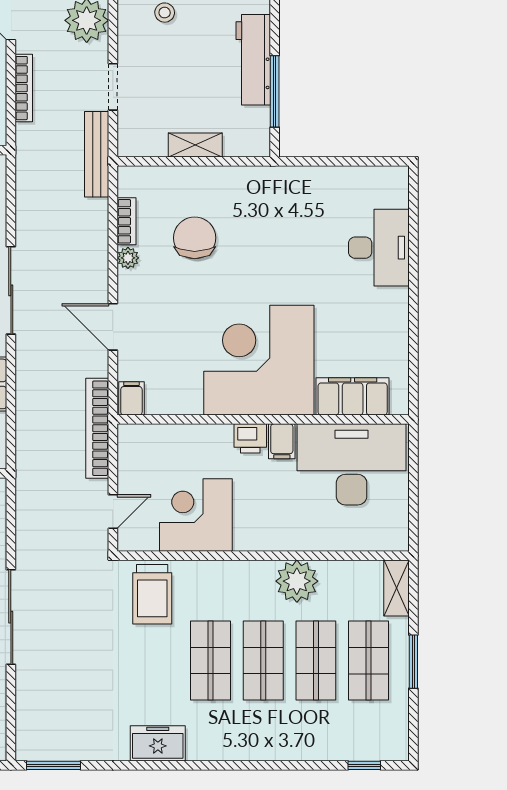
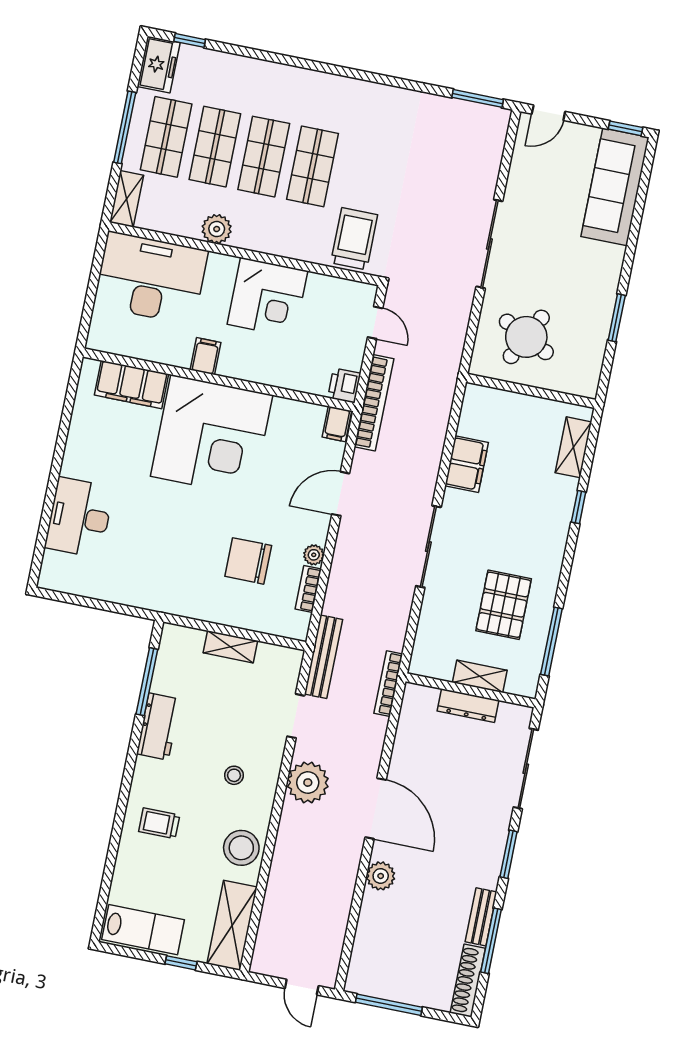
workbench: (253, 60) -> (158, 727), width x0.73
bookcase: (24, 88) -> (388, 684), moved
chair: (195, 238) -> (248, 561), turned 90
door: (113, 327) -> (341, 494), swing flipped
printer: (250, 438) -> (344, 385), moved, turned -90
desk: (352, 464) -> (151, 278), moved, turned 180
door: (113, 512) -> (375, 323), swing flipped
corner desk: (196, 515) -> (267, 298), moved
plant: (297, 581) -> (217, 229), width x0.73, depth x0.73
window: (413, 662) -> (125, 127), width x1.44
freezer: (158, 743) -> (159, 65), moved, turned -90

